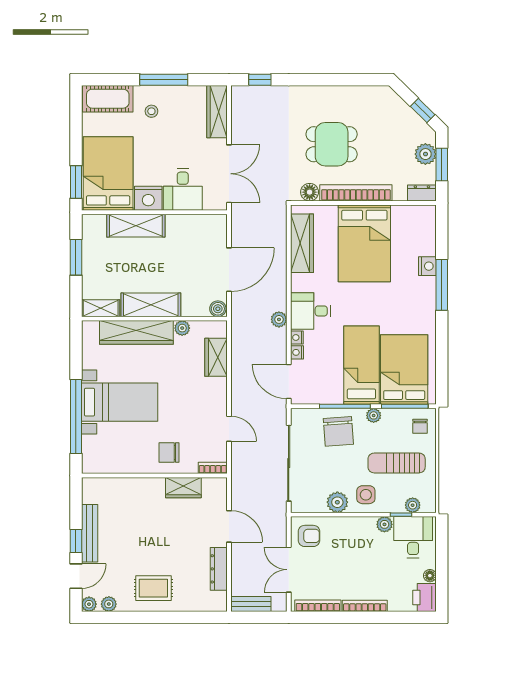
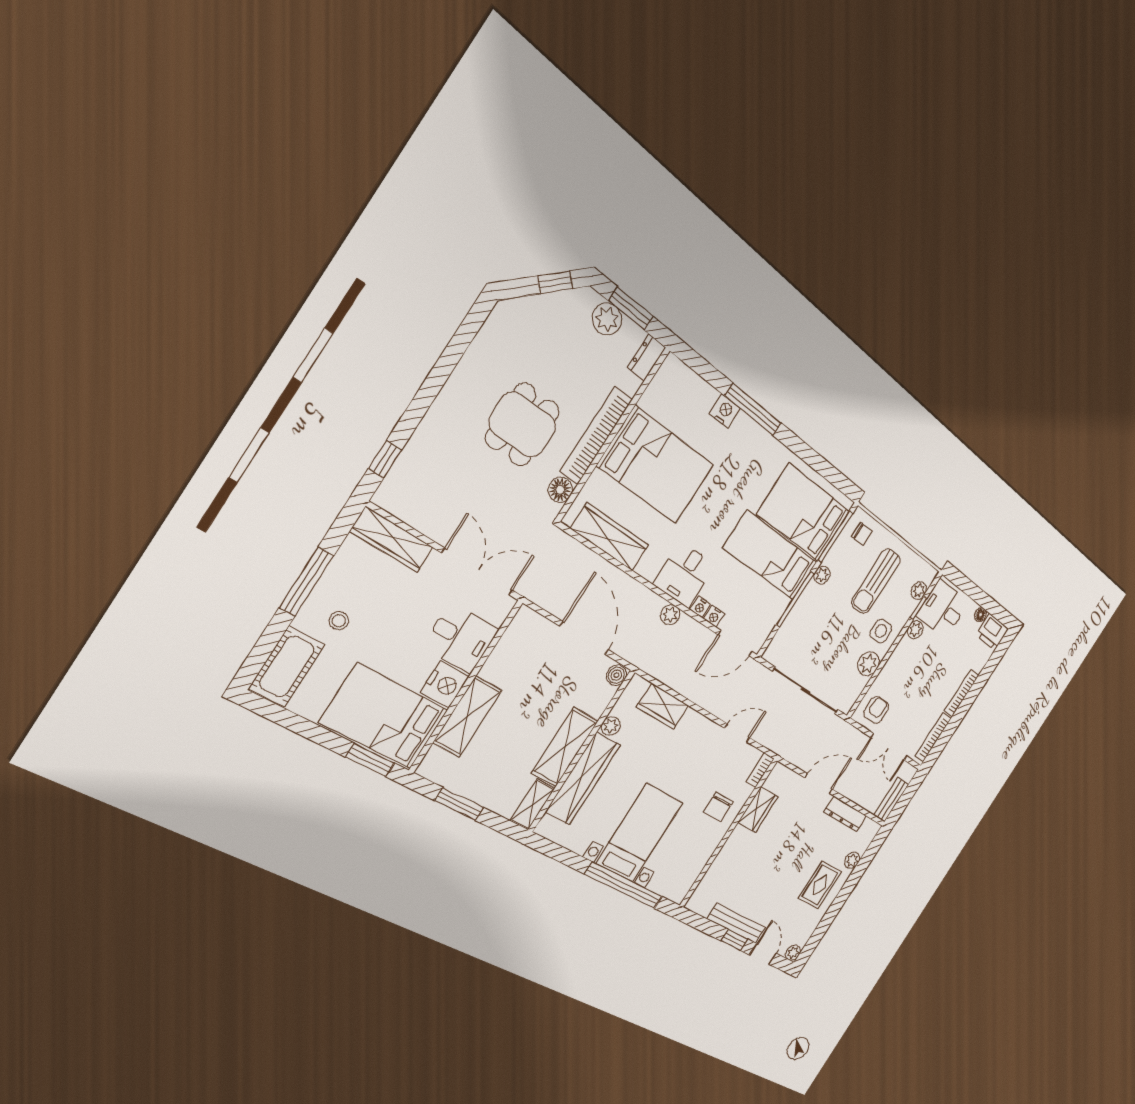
chair: (338, 431) -> (812, 621), removed
plant: (109, 604) -> (852, 860), moved

